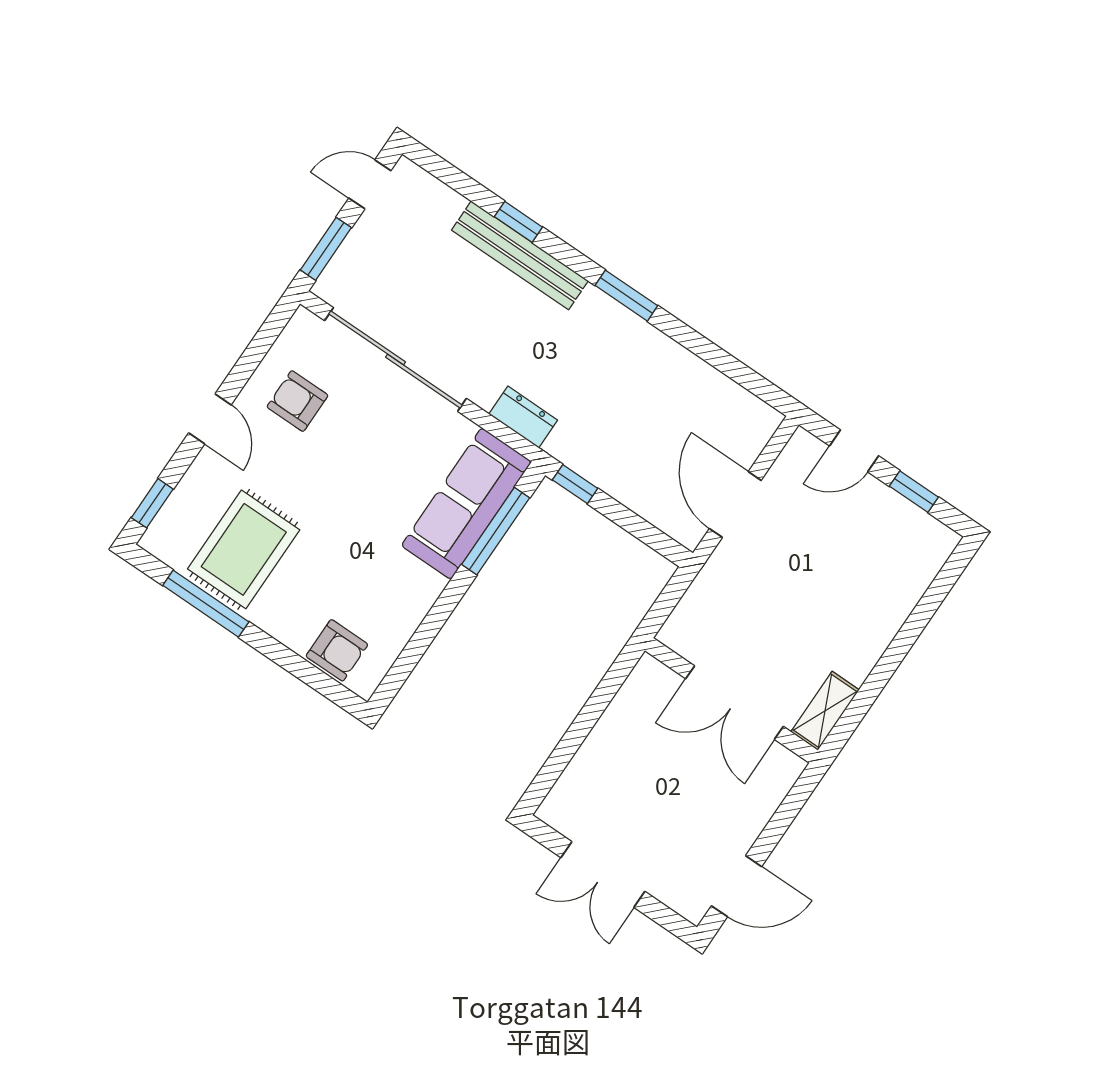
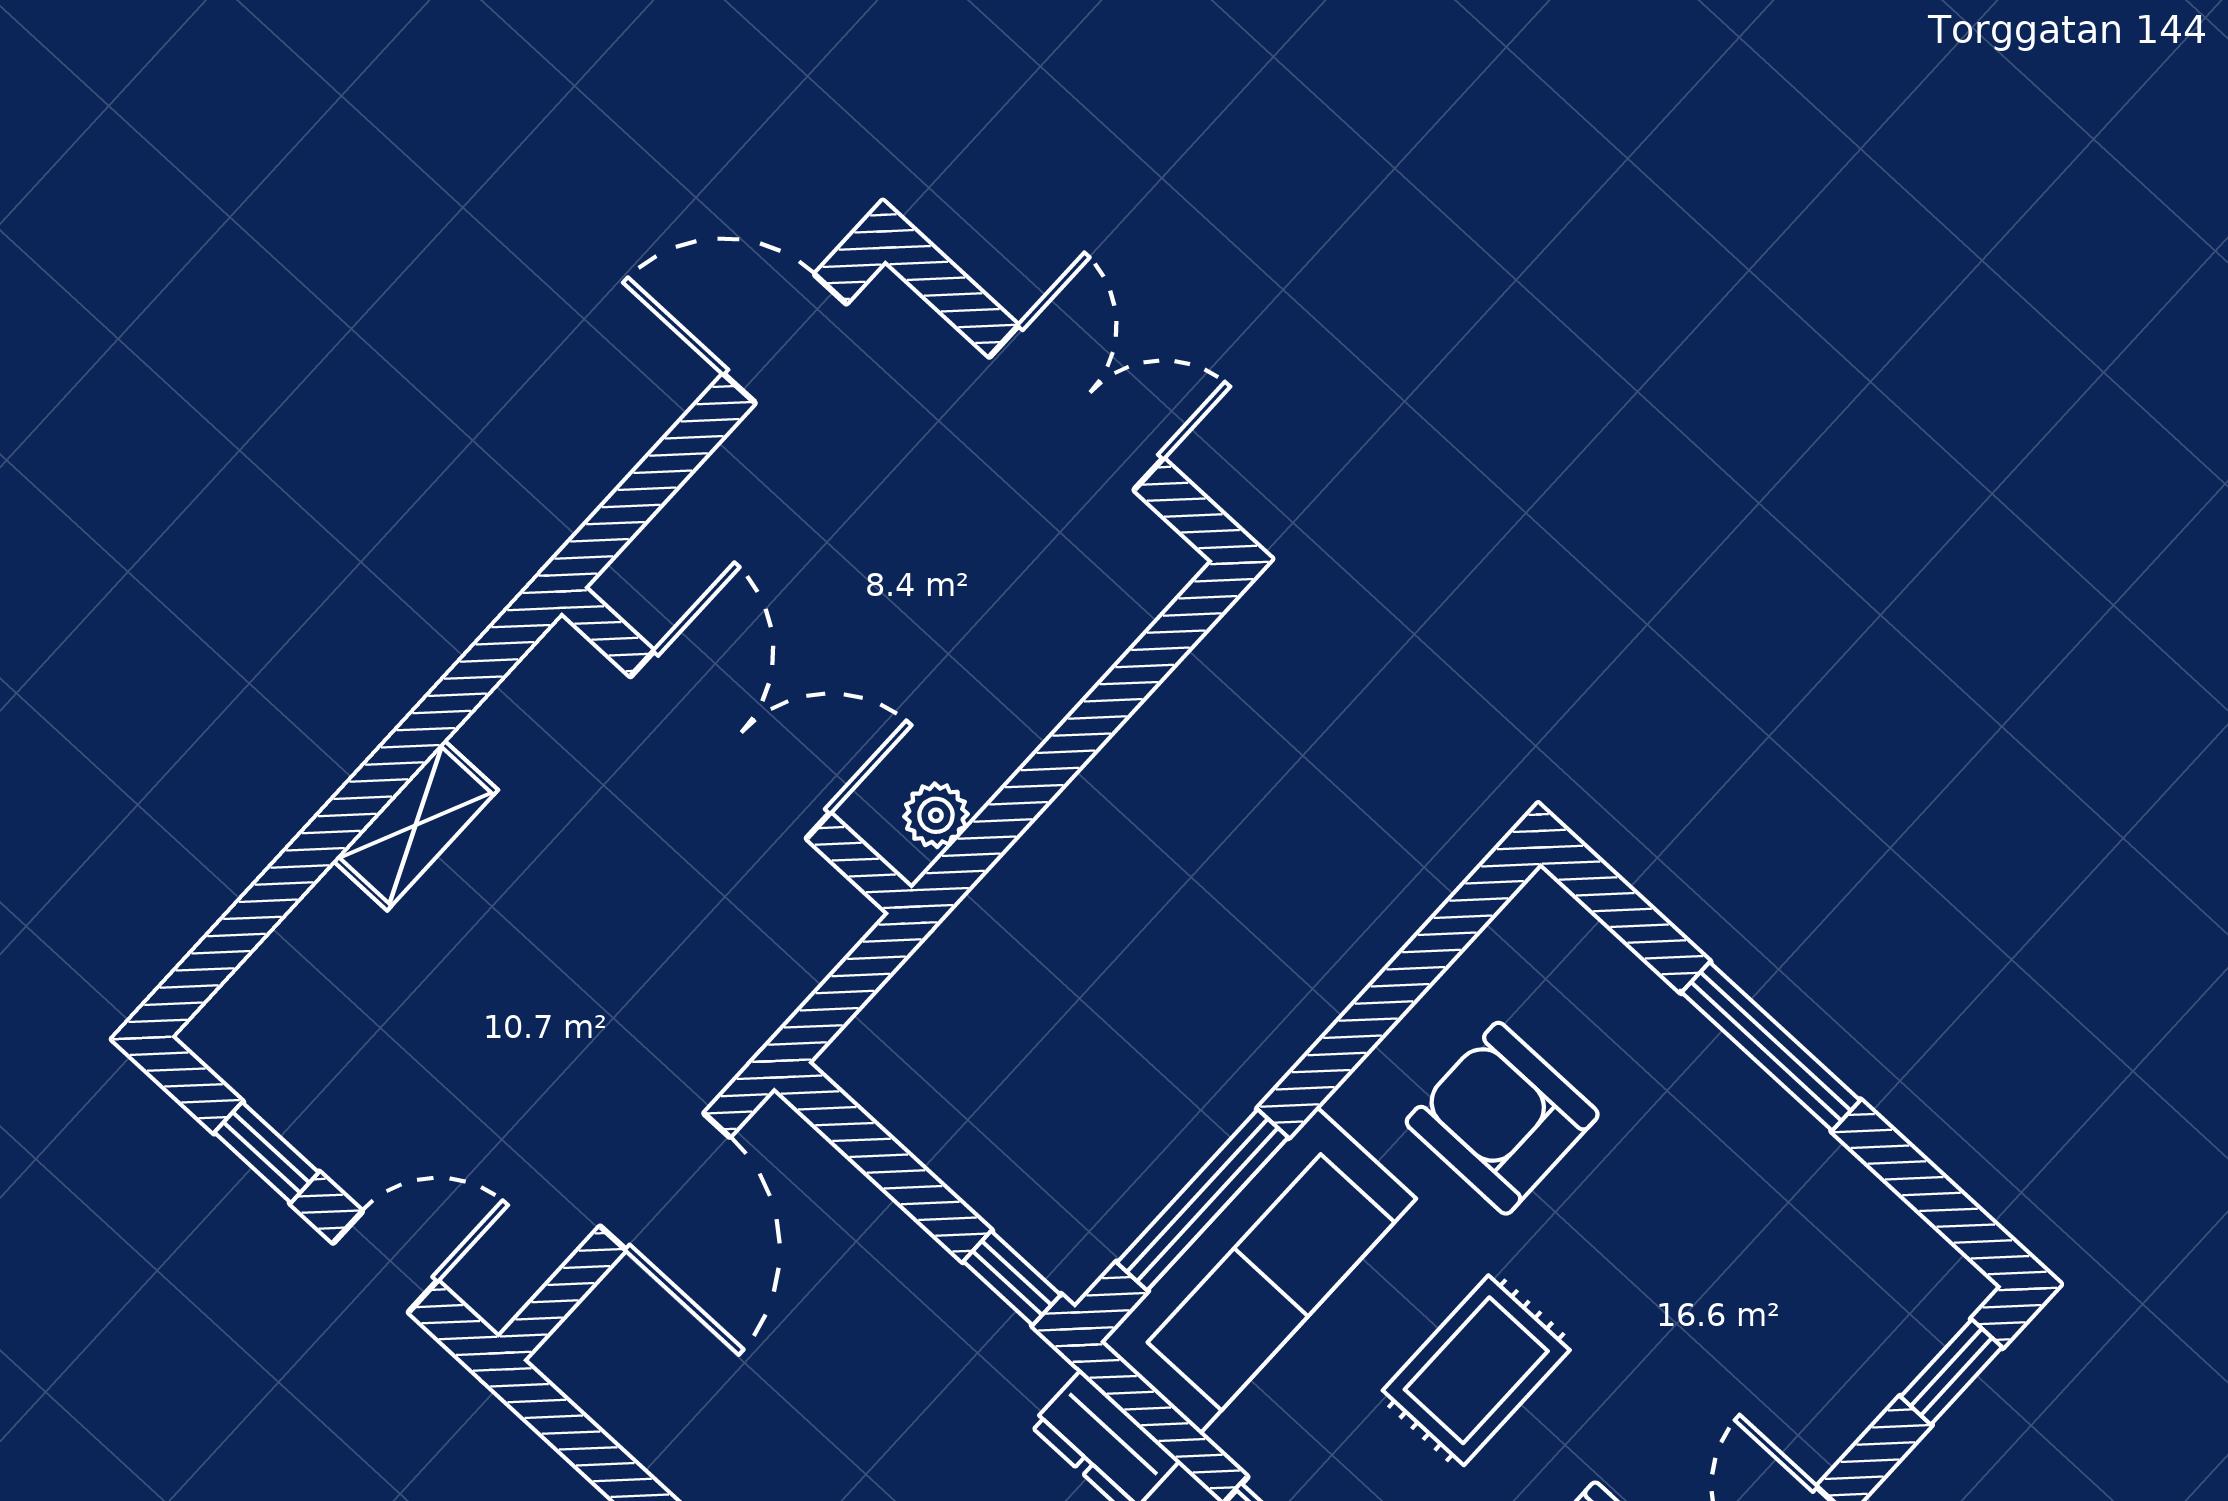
rug: (244, 549) -> (1476, 1370), moved, width x0.73, depth x0.70
window: (206, 604) -> (1771, 1046), moved
armchair: (337, 650) -> (1502, 1118), moved, width x1.38, depth x1.38
plant: (639, 685) -> (936, 815), added
shelving: (825, 711) -> (416, 825), moved

